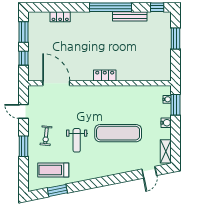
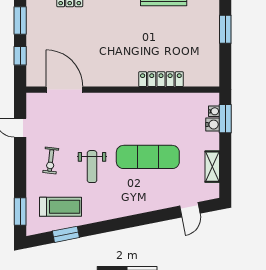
locker: (105, 75) -> (161, 79), moved, width x1.53
water cooler: (166, 123) -> (213, 125), moved
window: (23, 146) -> (20, 211), moved
shelving: (166, 151) -> (212, 167), moved
treadmill: (53, 170) -> (61, 207), turned 180

